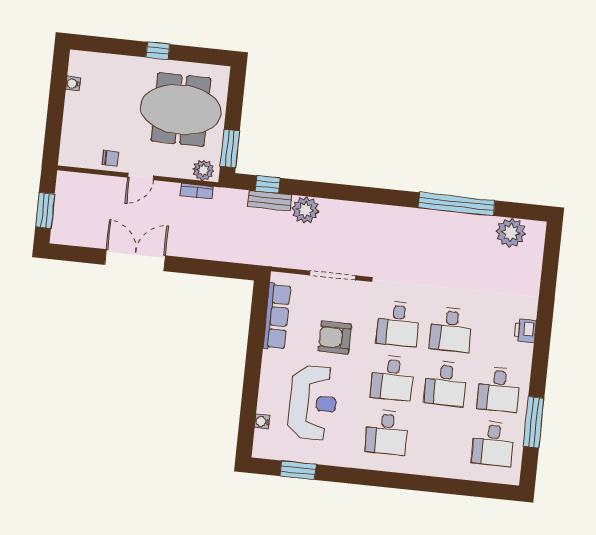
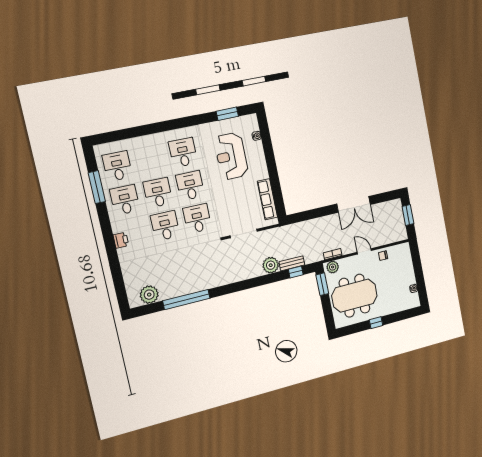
door: (141, 177) -> (364, 251), hinge flipped
armchair: (335, 338) -> (231, 198), removed

